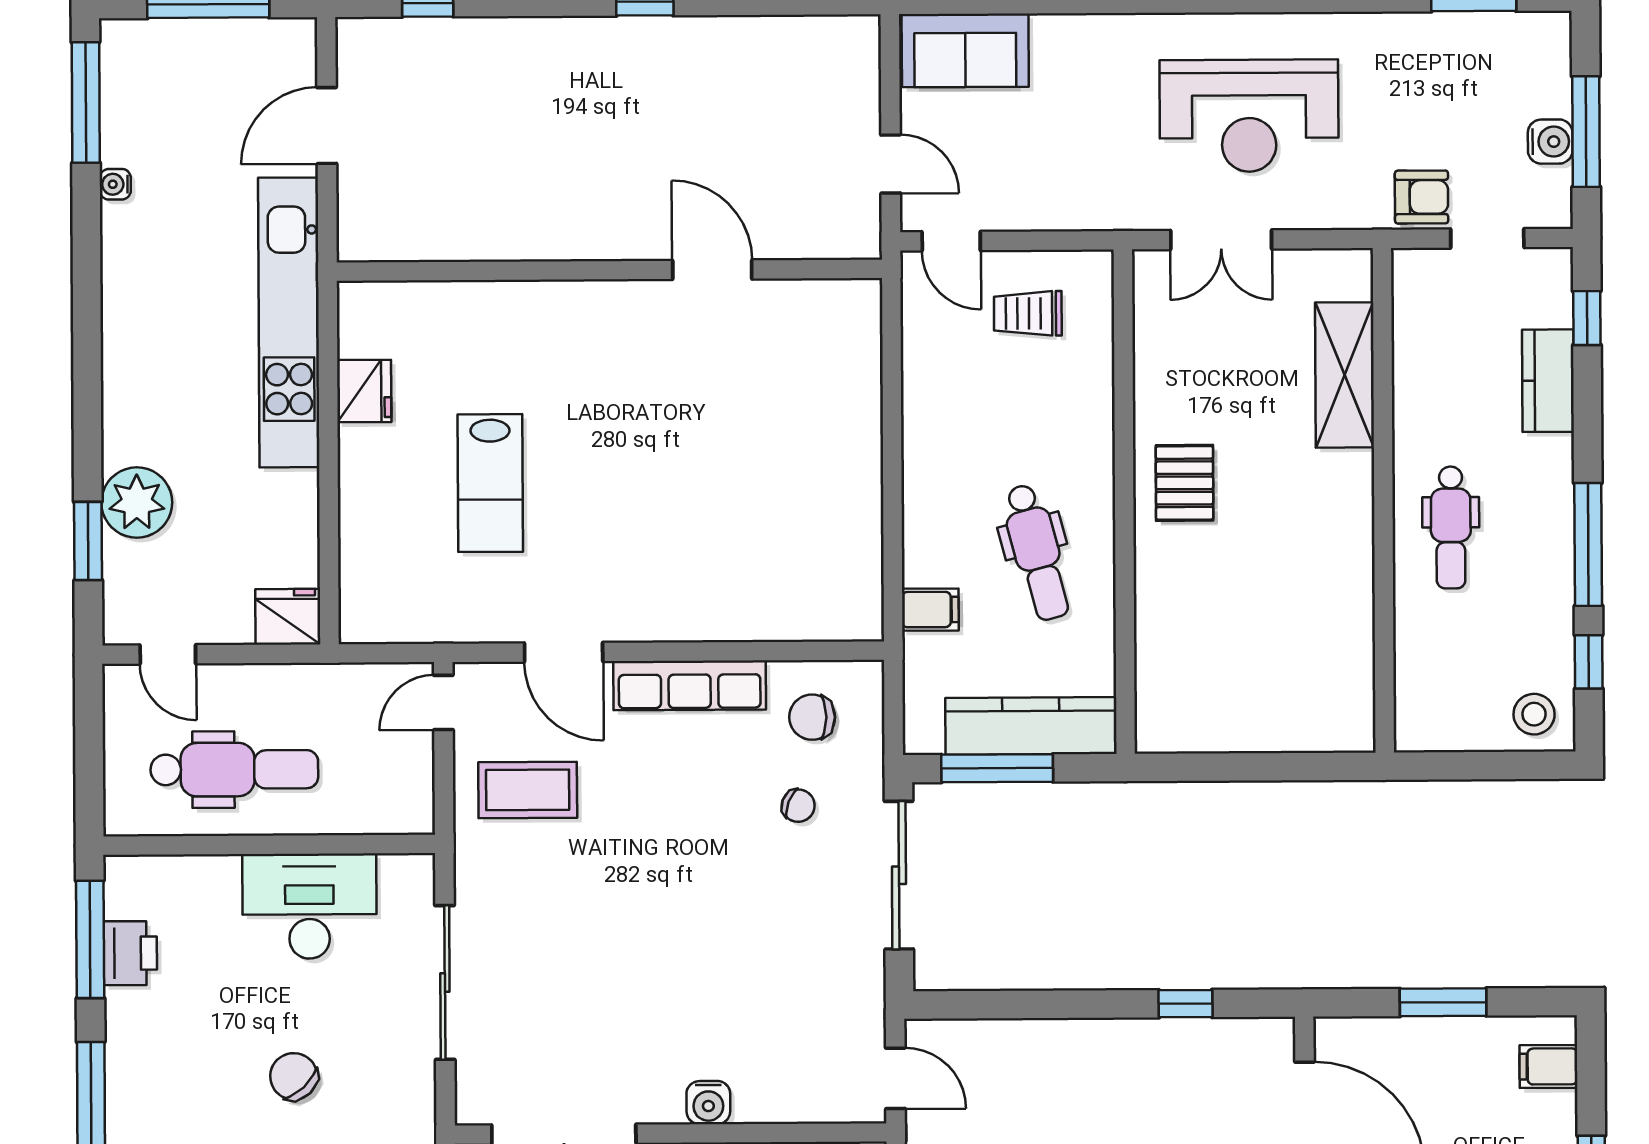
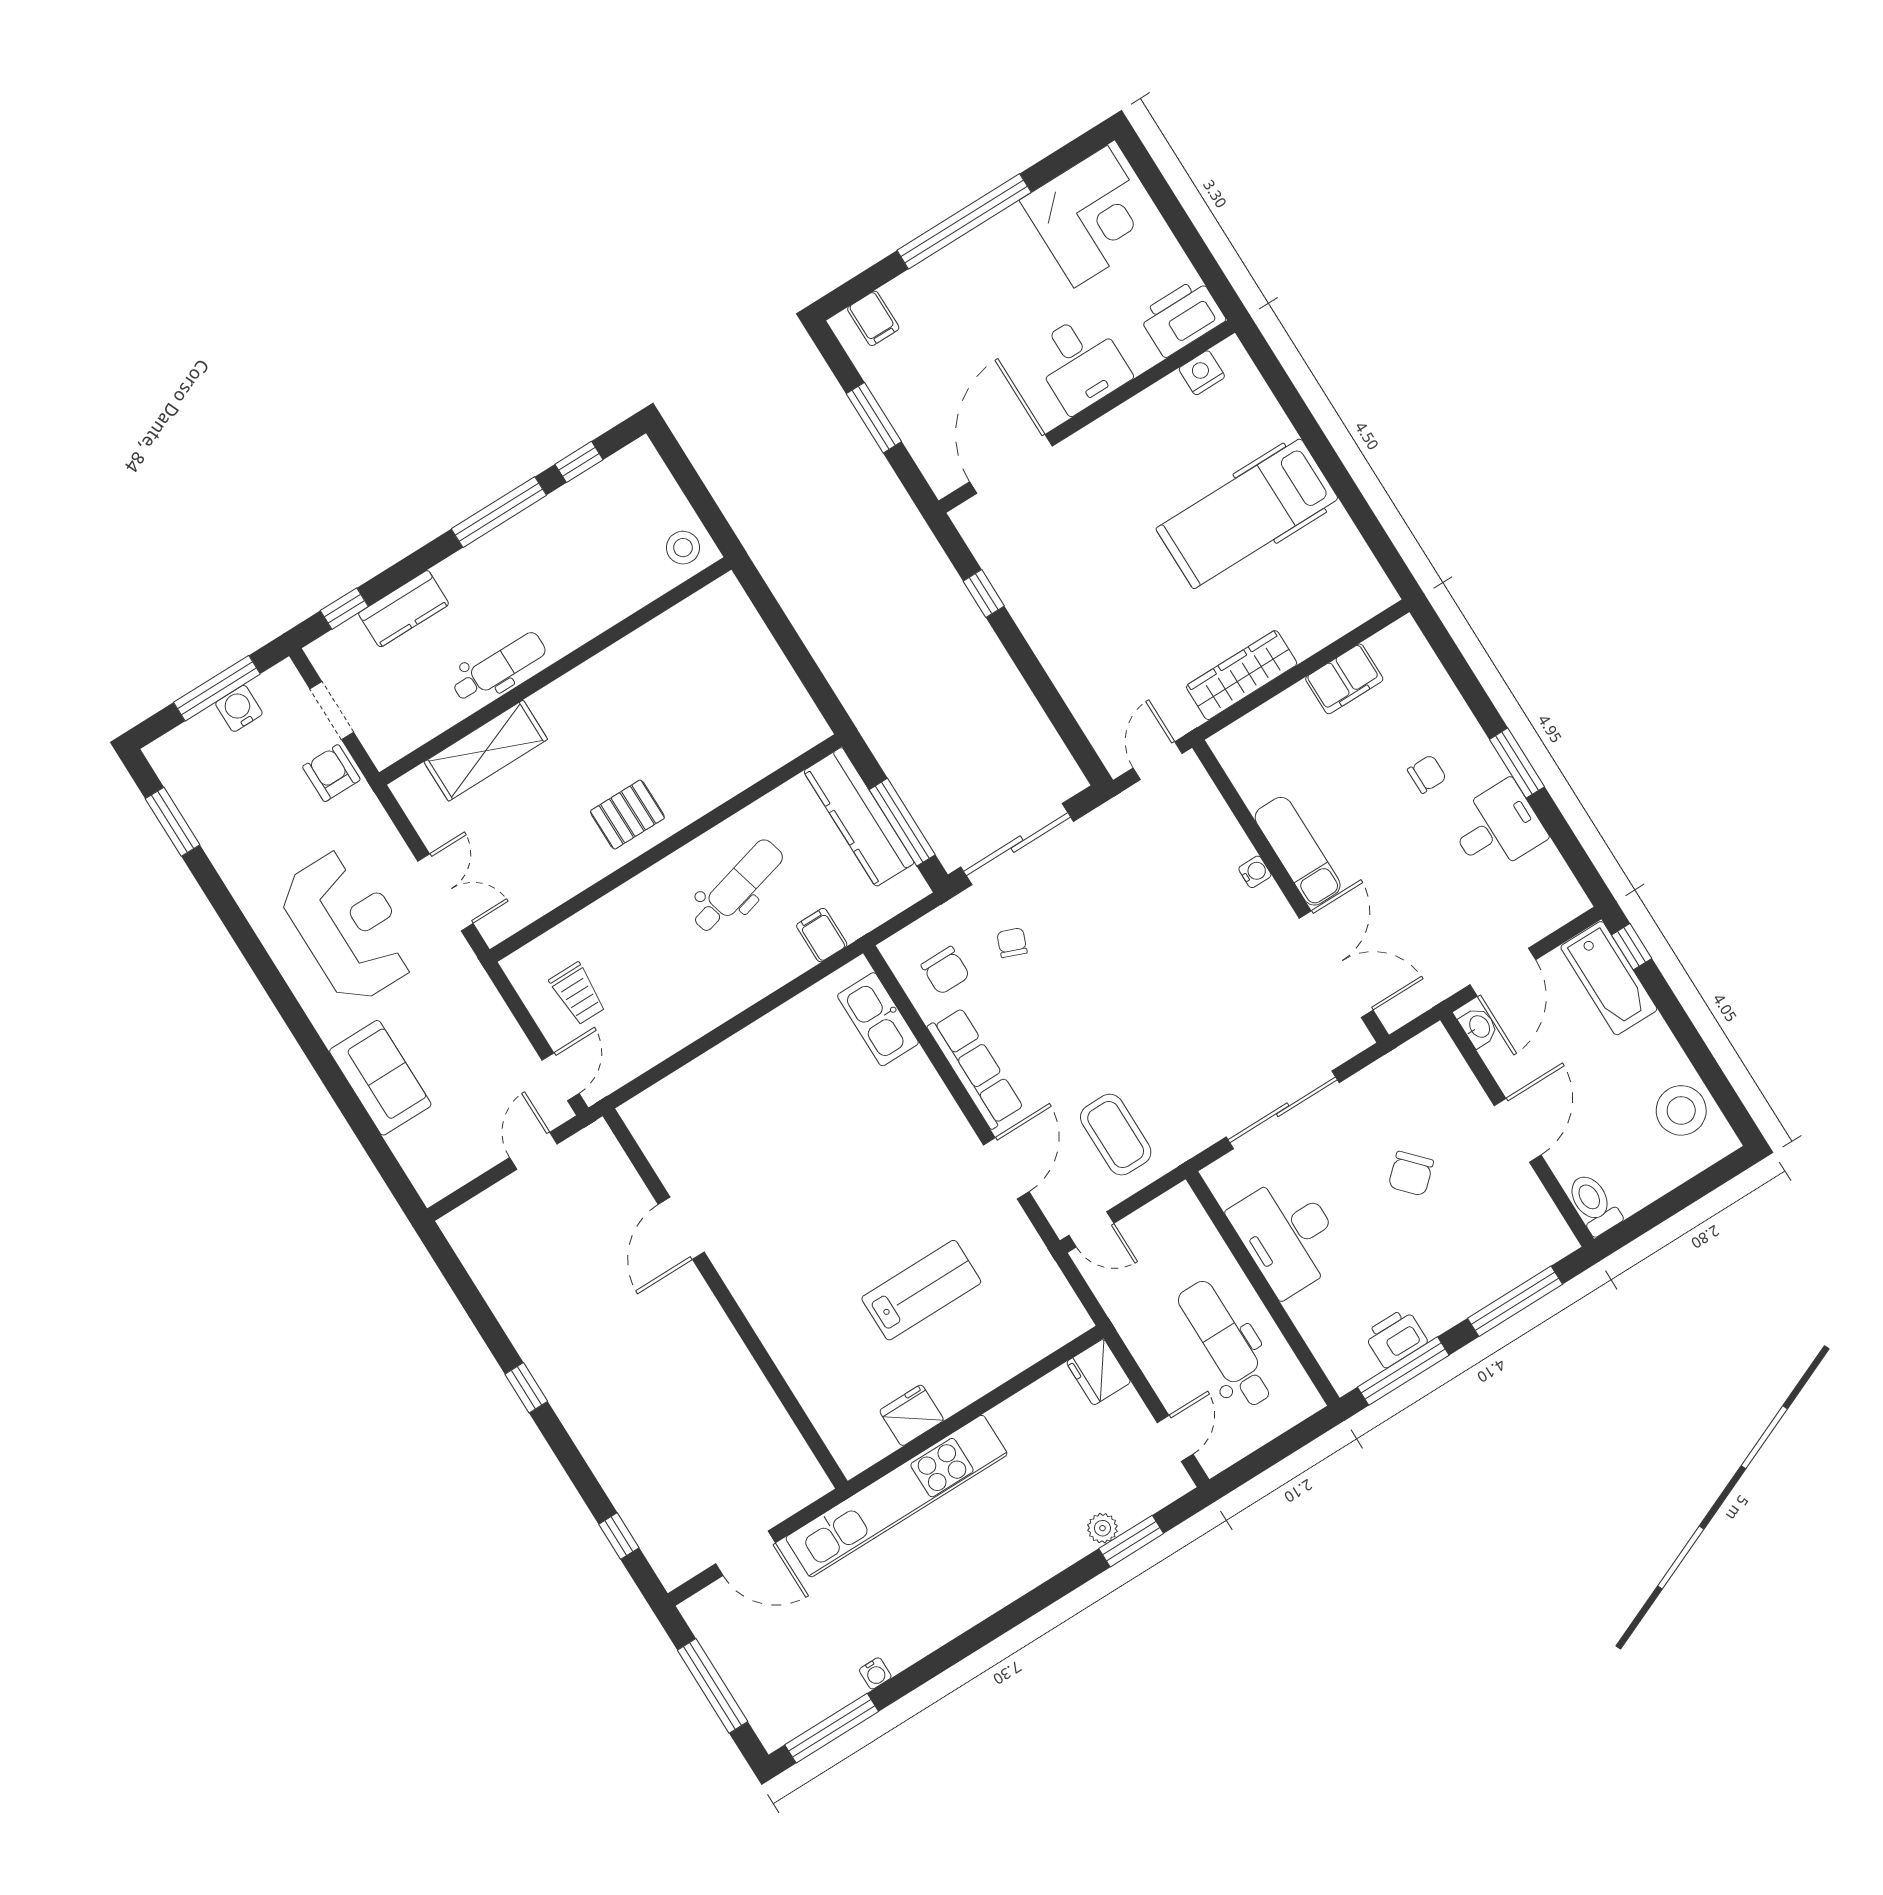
sofa: (965, 50) -> (380, 1078), moved
plant: (137, 503) -> (1102, 1528), width x0.53, depth x0.53
dental chair: (1451, 527) -> (499, 667), moved
kitchen sink: (805, 614) -> (878, 1019), added
stool: (1534, 714) -> (683, 548), moved
water cooler: (708, 1103) -> (1255, 872), width x0.72, depth x0.72

